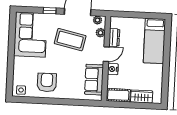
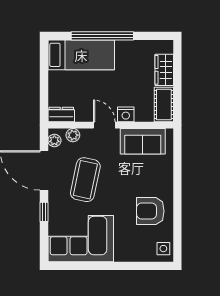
dresser: (114, 38) -> (61, 114), moved
window: (167, 56) -> (102, 36), added

